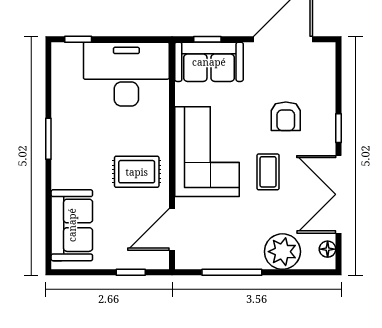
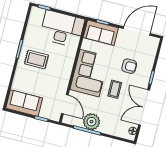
armchair: (286, 116) -> (129, 66), turned -90
rug: (137, 172) -> (36, 59), moved
sofa: (72, 225) -> (24, 103), moved, turned -90
door: (172, 229) -> (65, 104), swing flipped
plant: (282, 252) -> (92, 122), moved

